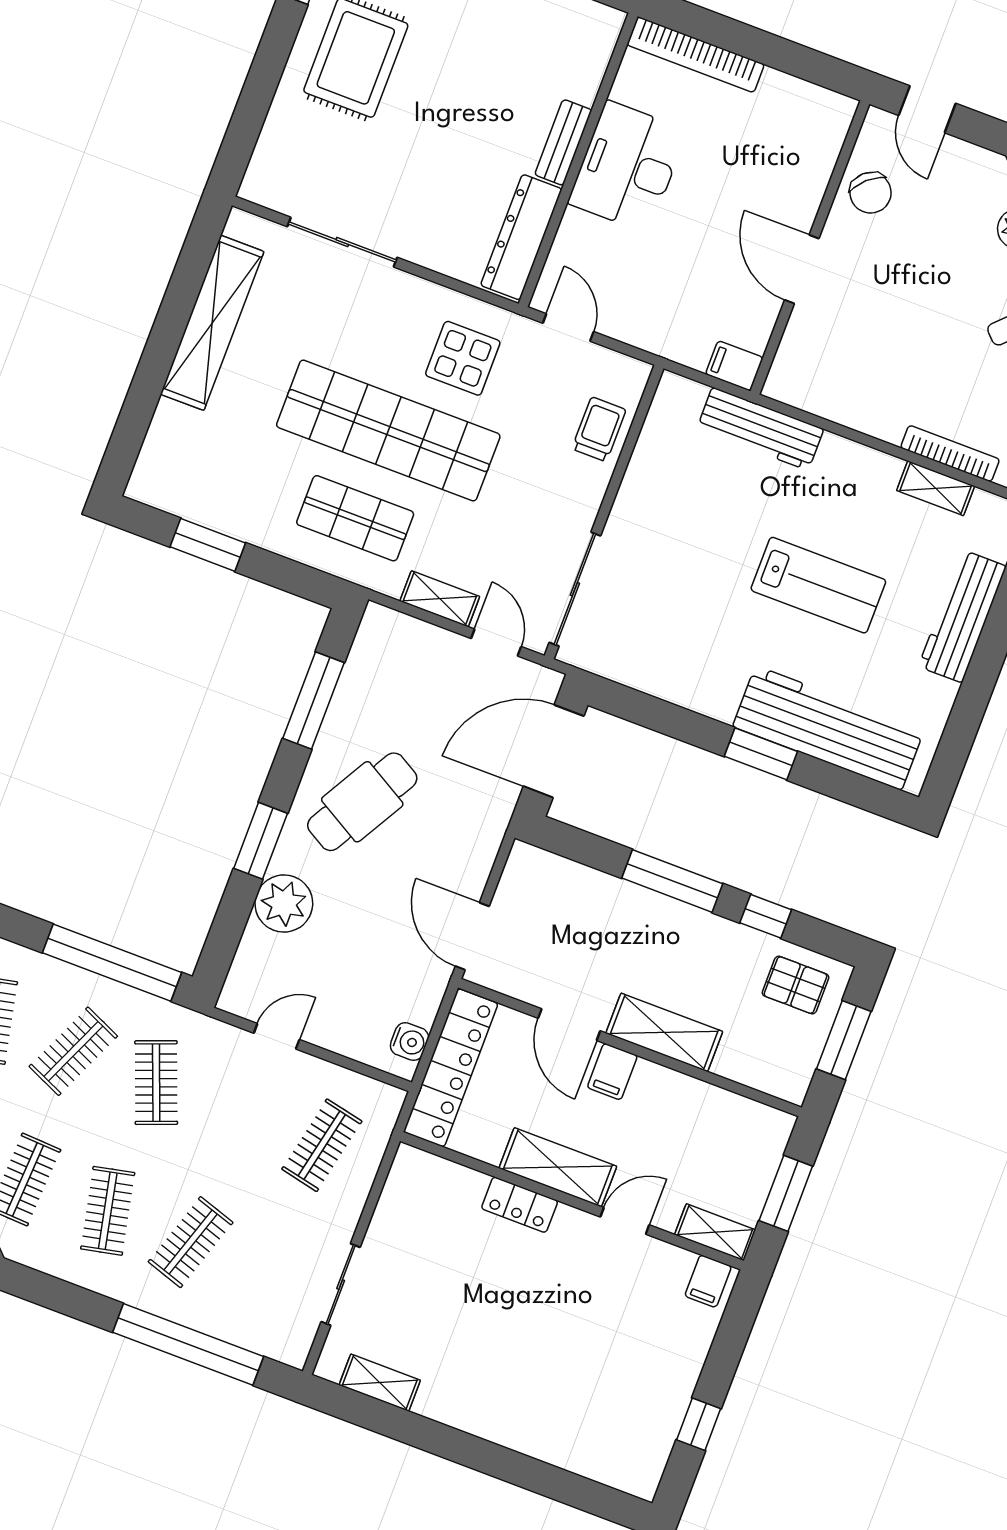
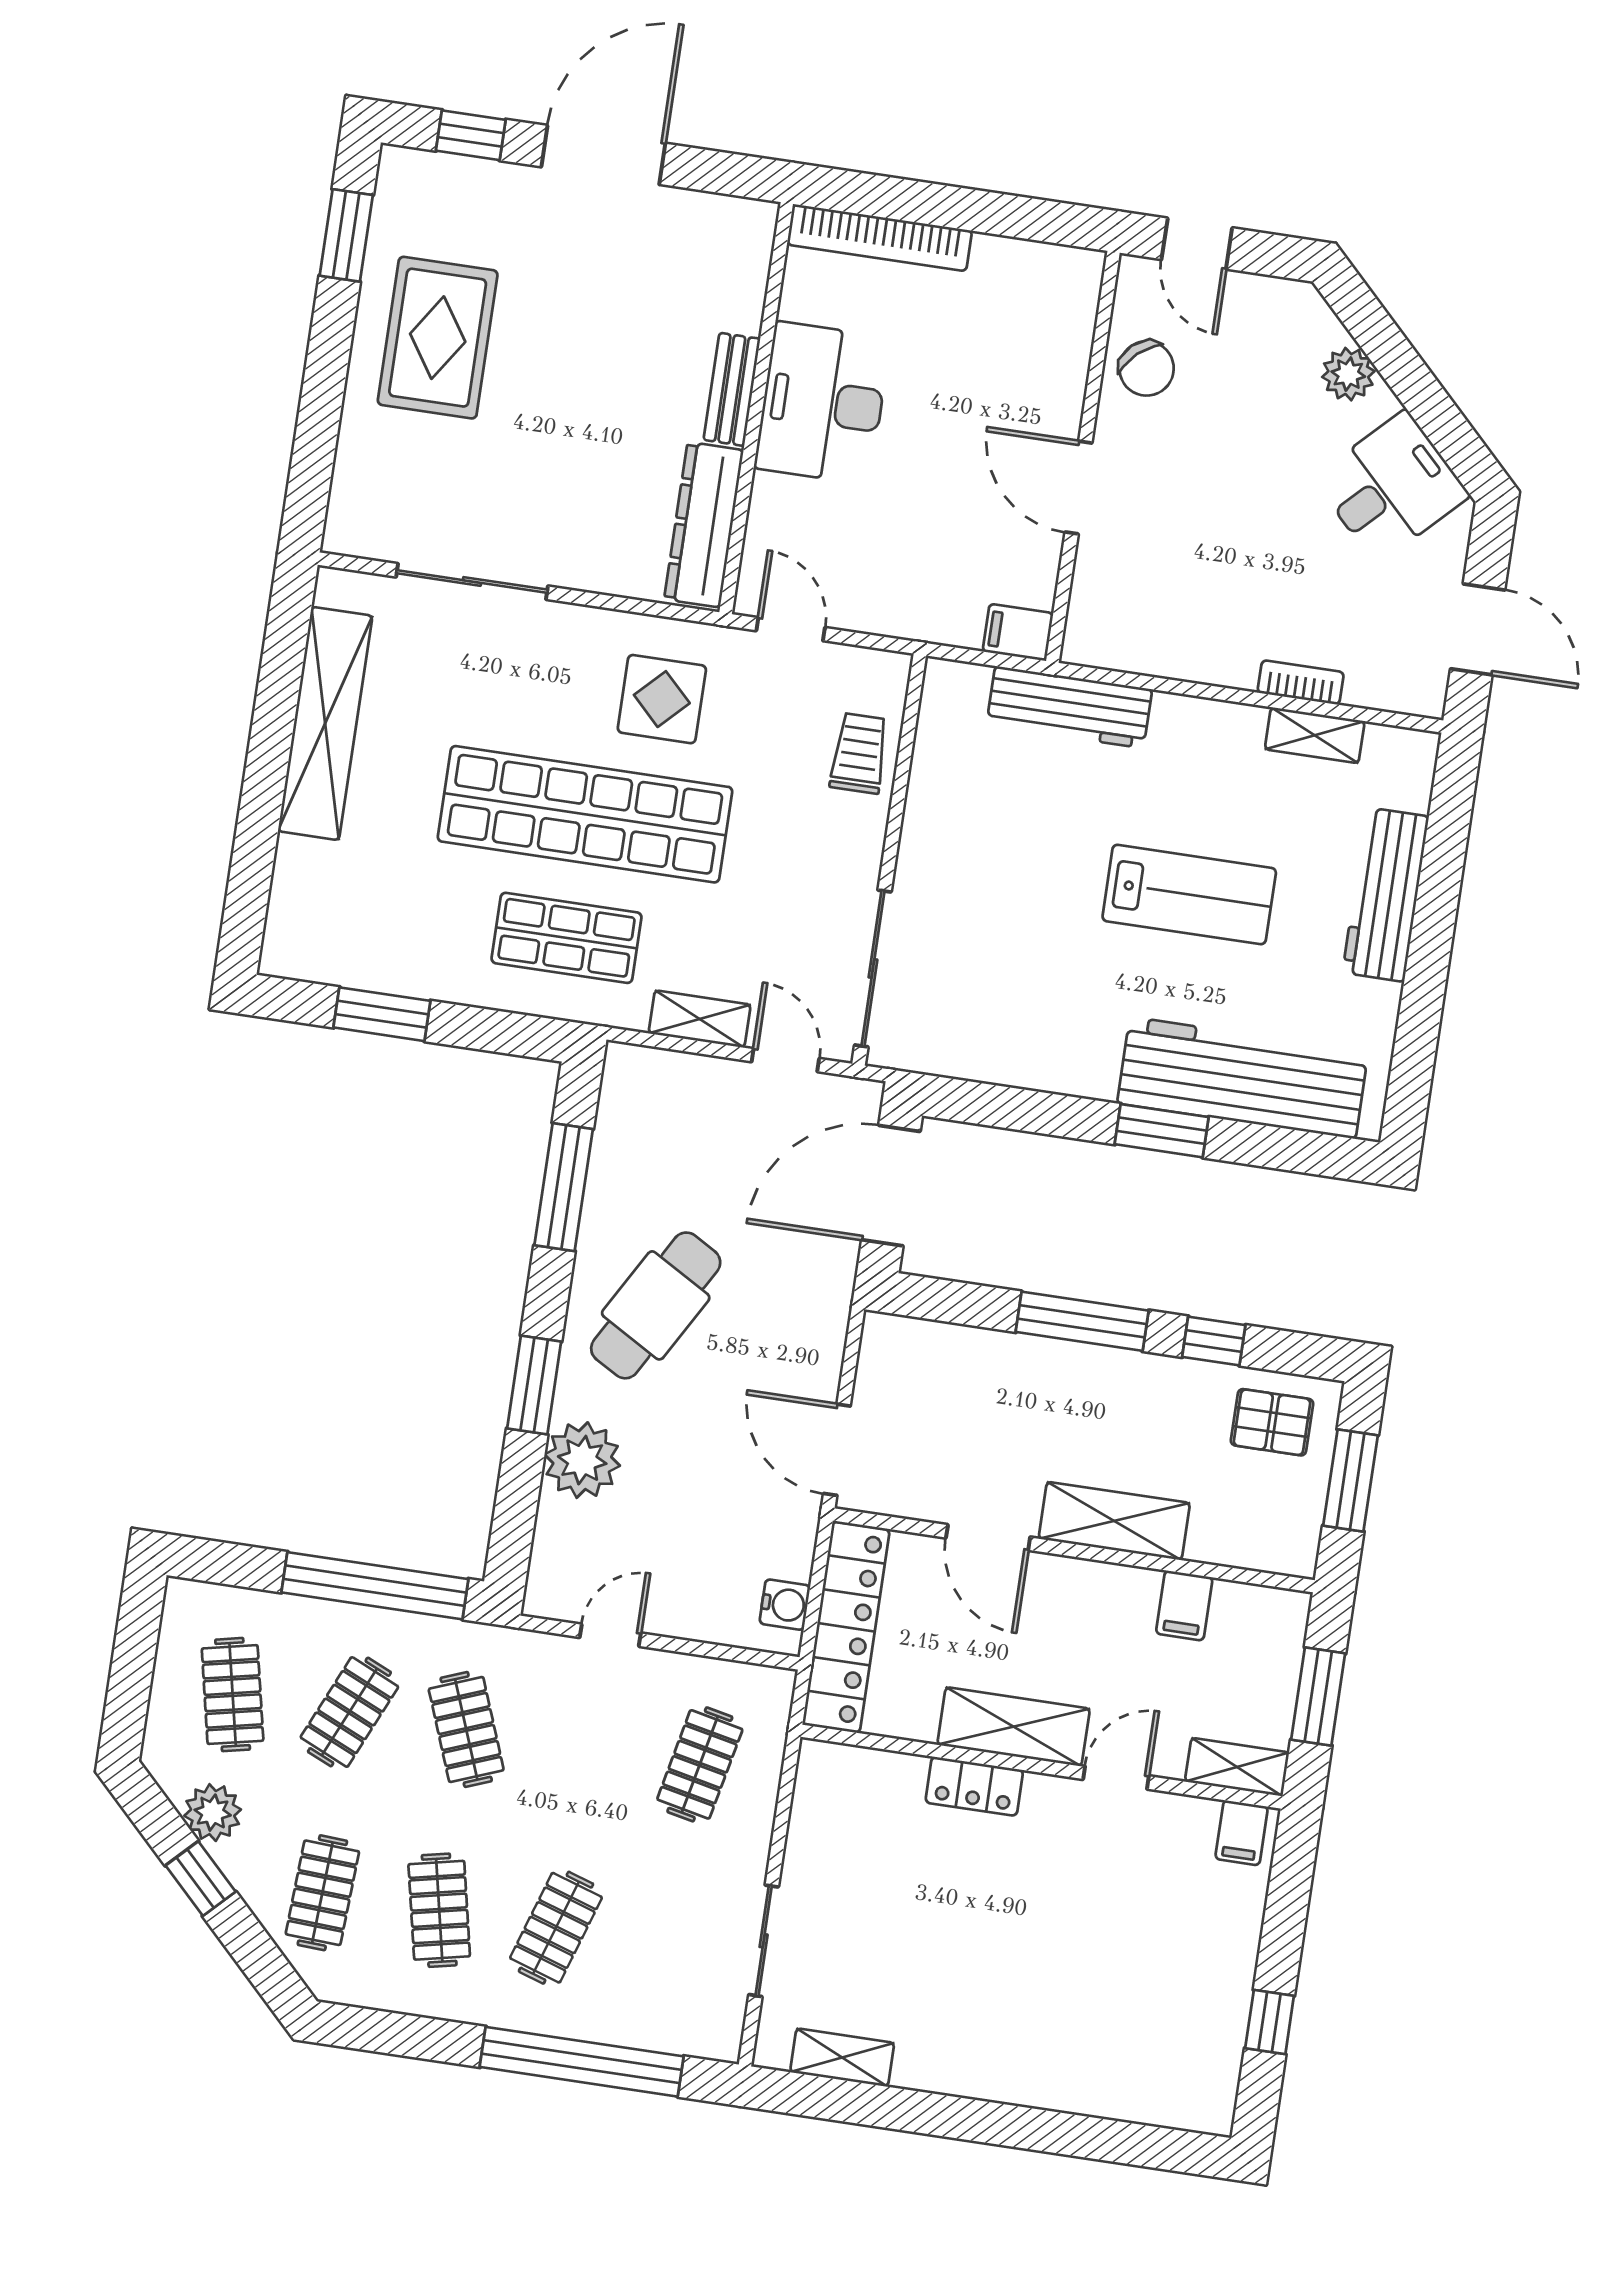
bookcase: (950, 453) -> (1301, 682), width x0.64
filing cabinet: (612, 1072) -> (1184, 1605), moved

